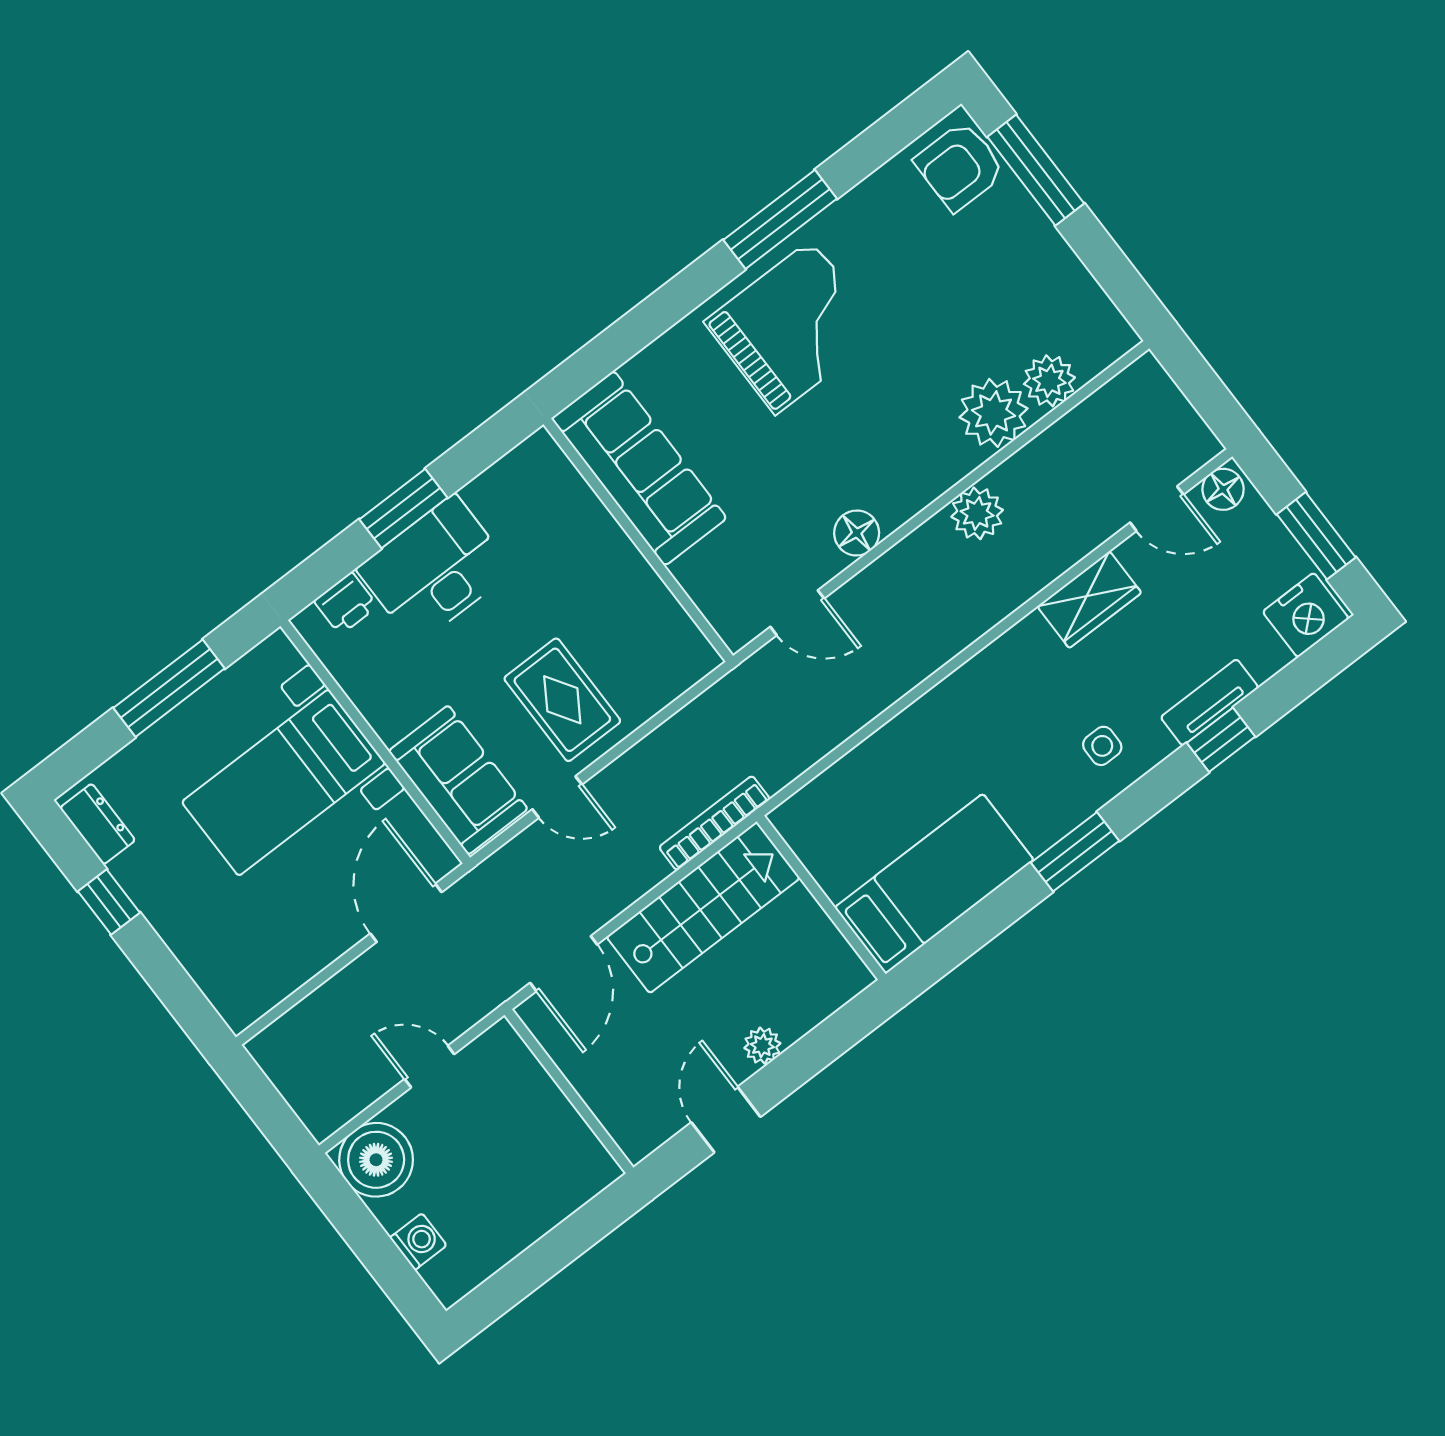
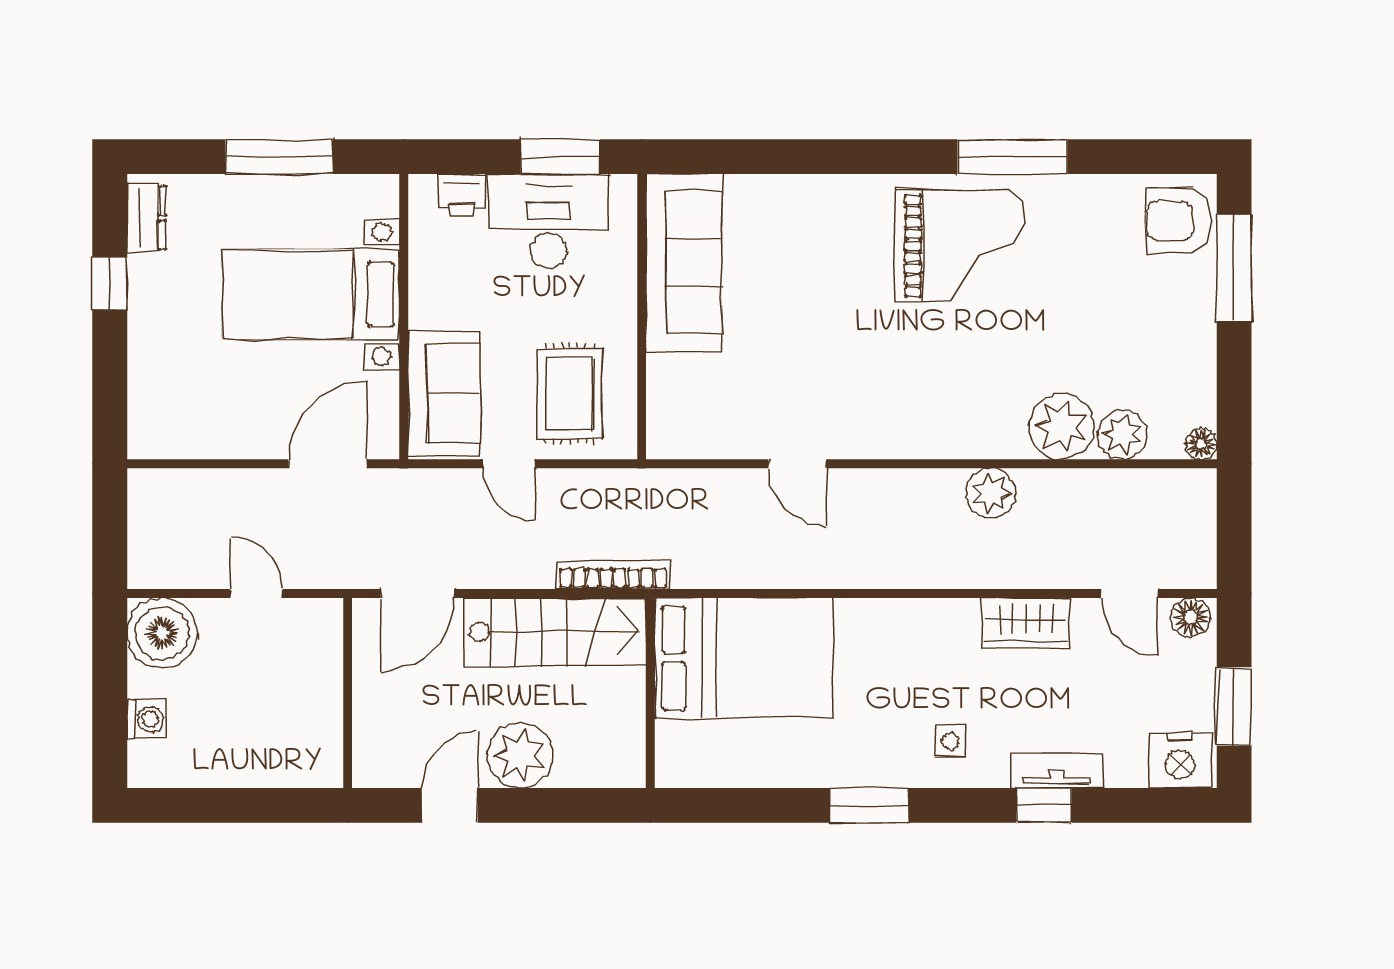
sofa: (639, 468) -> (684, 263), moved
floor lamp: (857, 533) -> (1201, 444), moved, width x0.73, depth x0.73
wall: (638, 540) -> (642, 317), moved
bed: (934, 884) -> (744, 658), moved, width x1.50
plant: (762, 1046) -> (520, 755), width x1.88, depth x1.88

